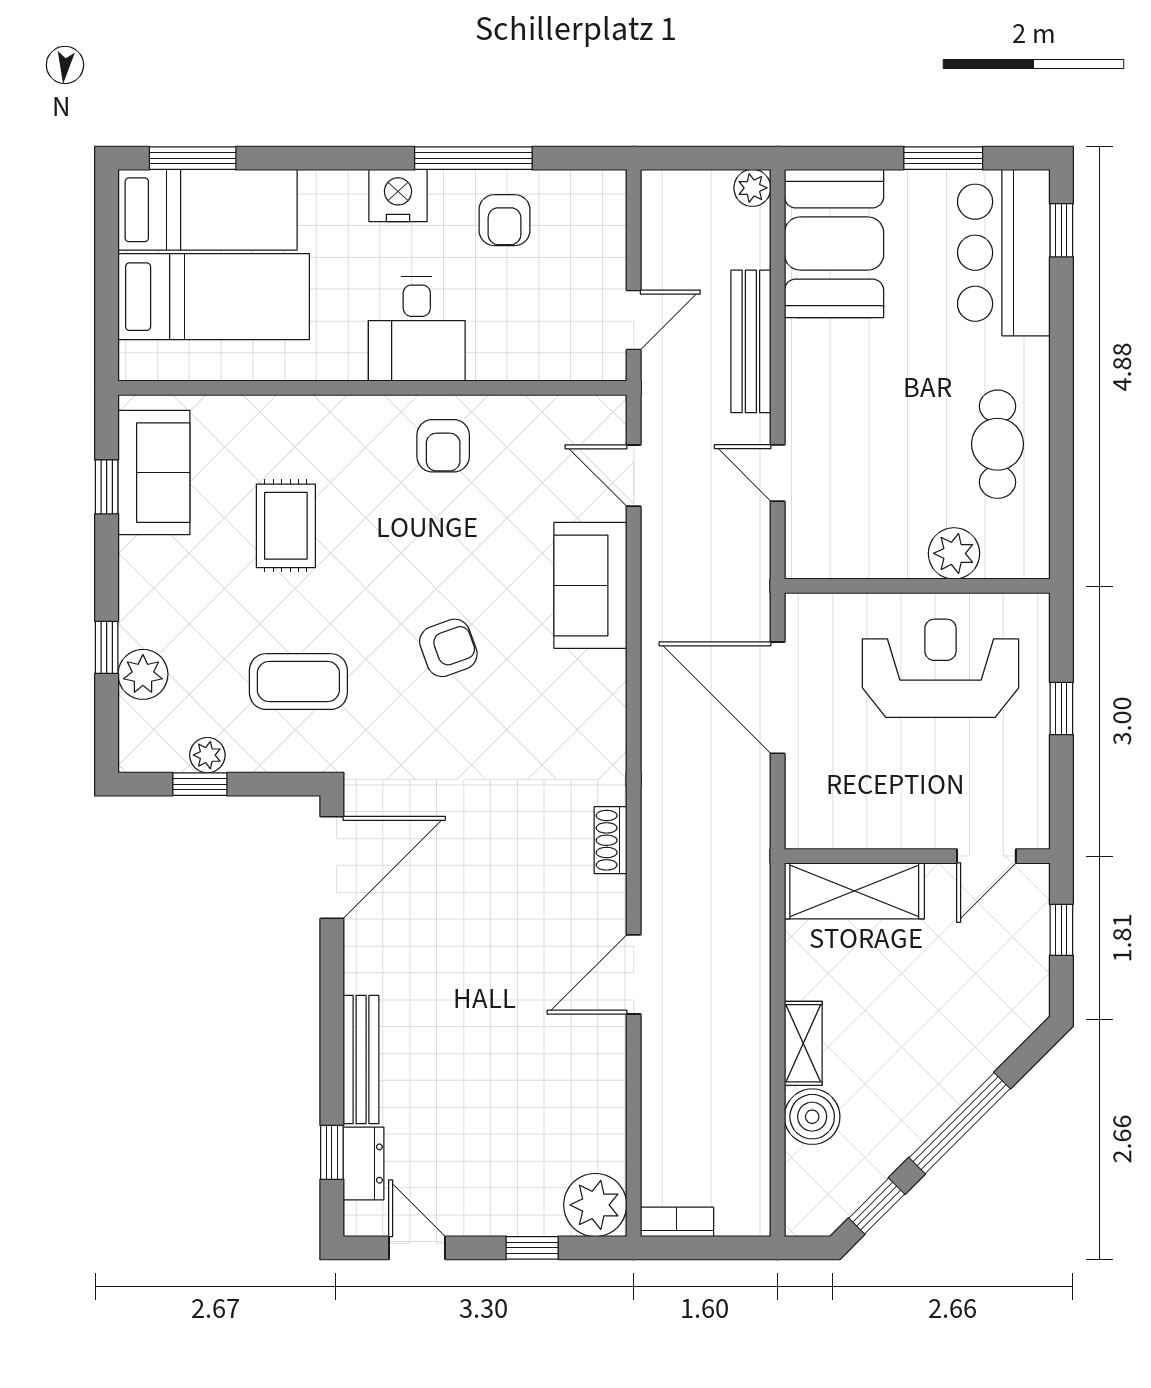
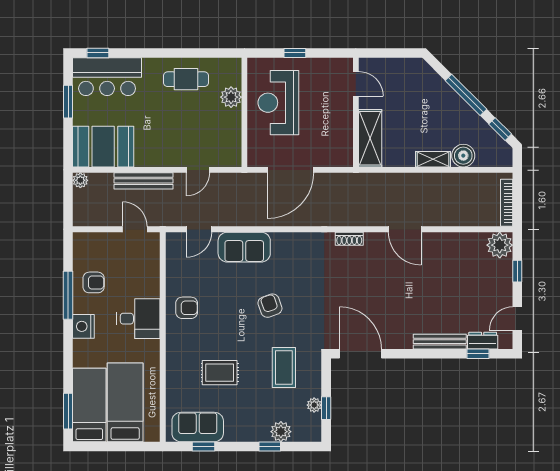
window: (1061, 930) -> (386, 53), removed
bookcase: (677, 1222) -> (507, 203), width x1.56

